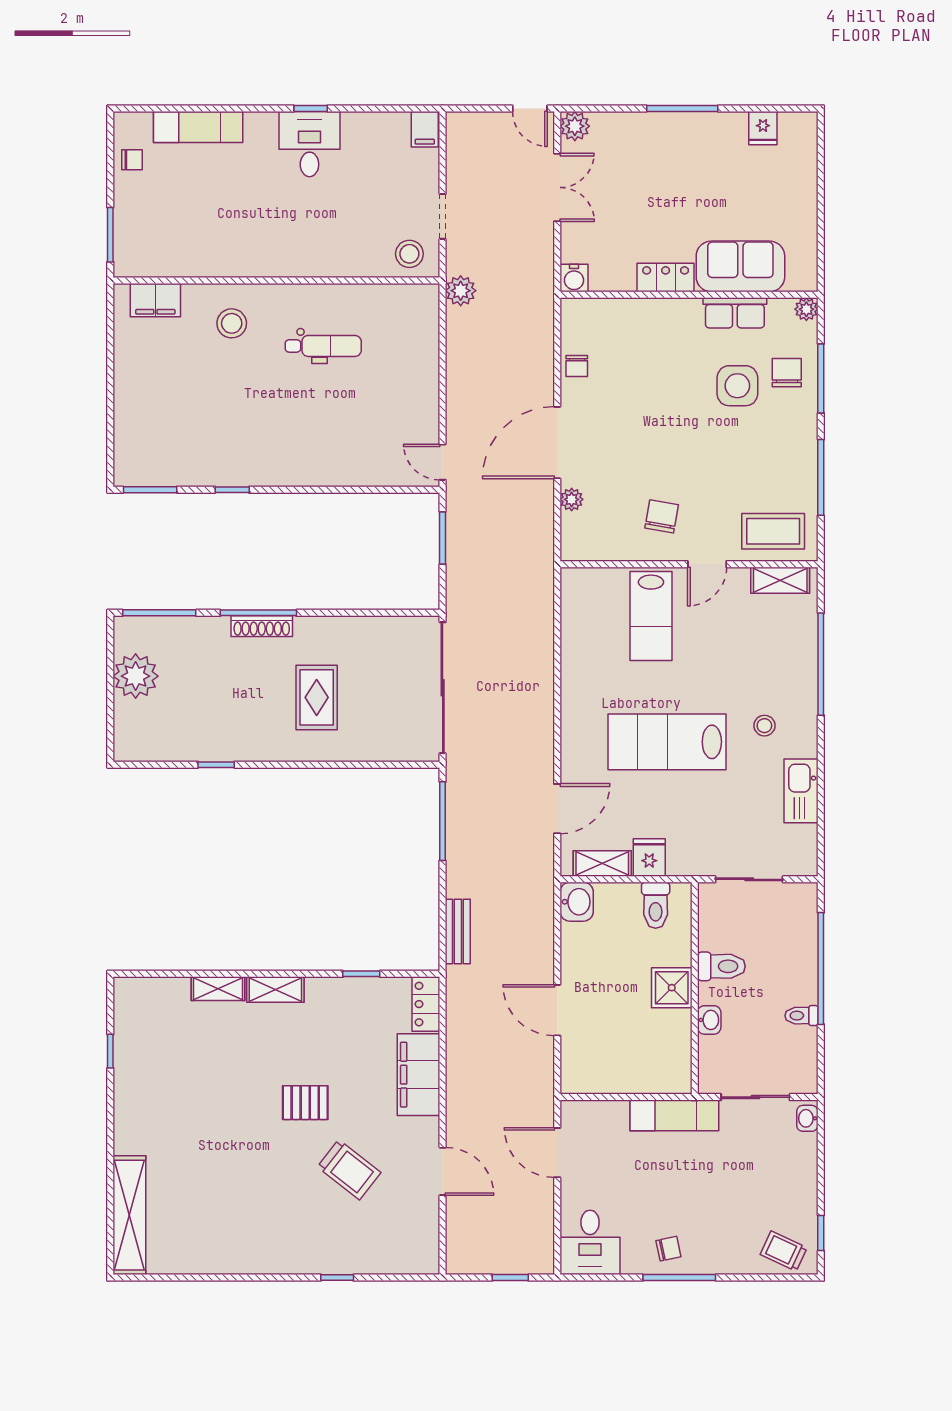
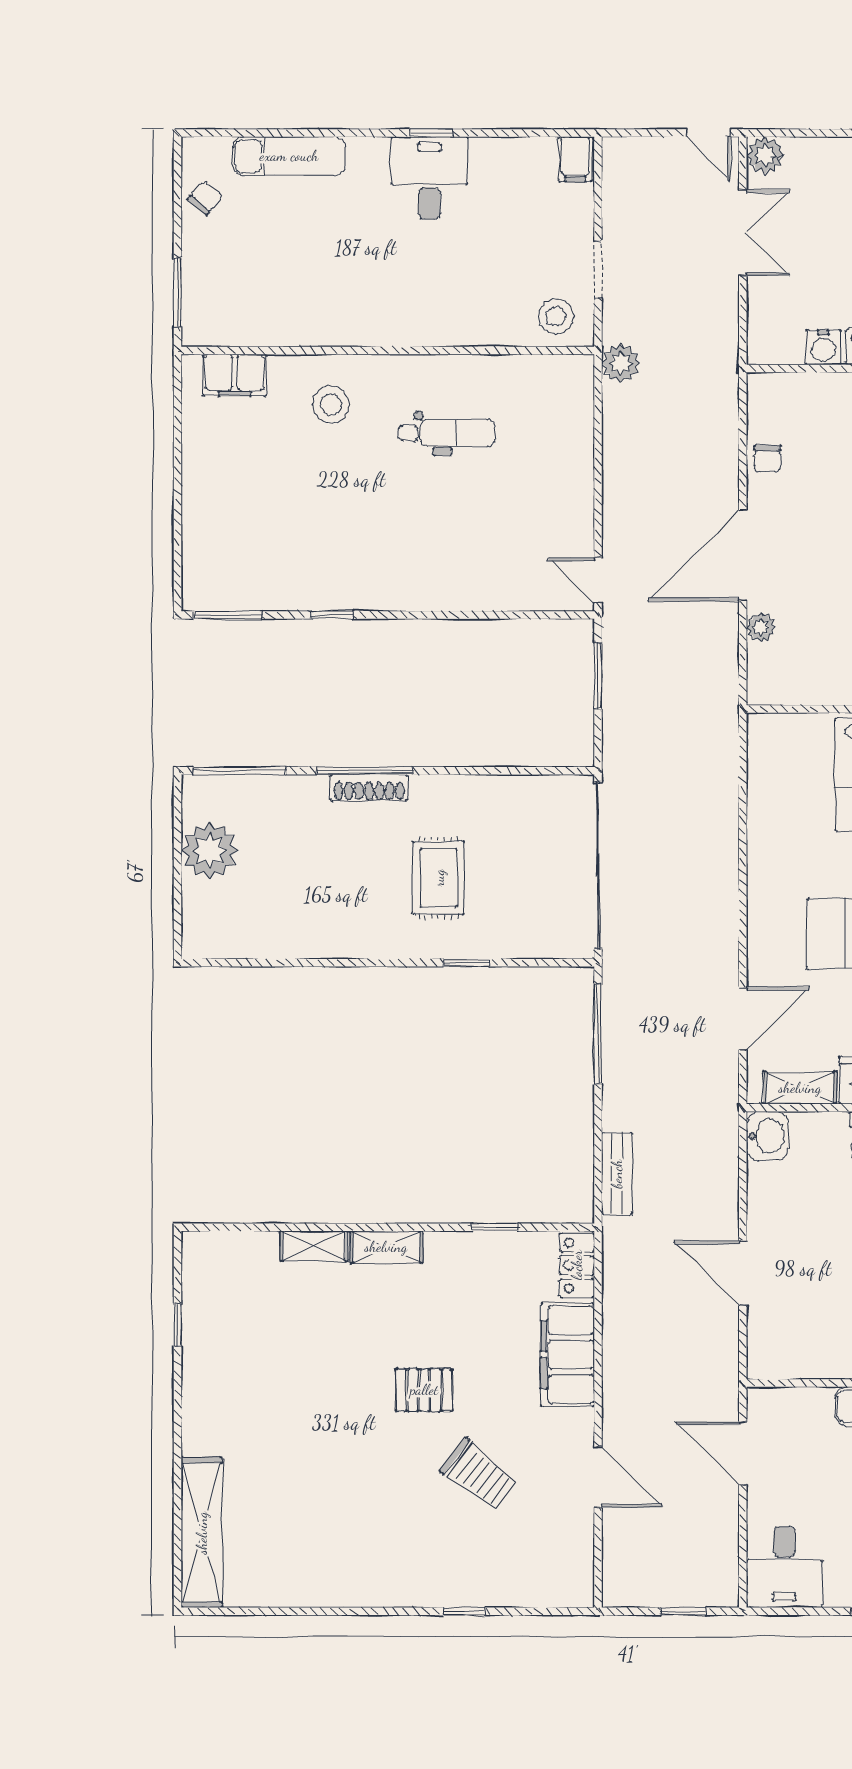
chair: (132, 160) -> (205, 198), turned -49
water cooler: (574, 278) -> (823, 347), moved
window: (216, 765) -> (467, 963), moved

